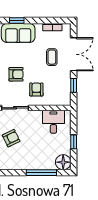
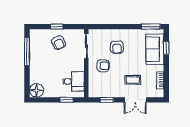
double door: (74, 54) -> (135, 100), width x0.73
window: (74, 142) -> (67, 100), moved
window: (41, 173) -> (27, 51), moved

